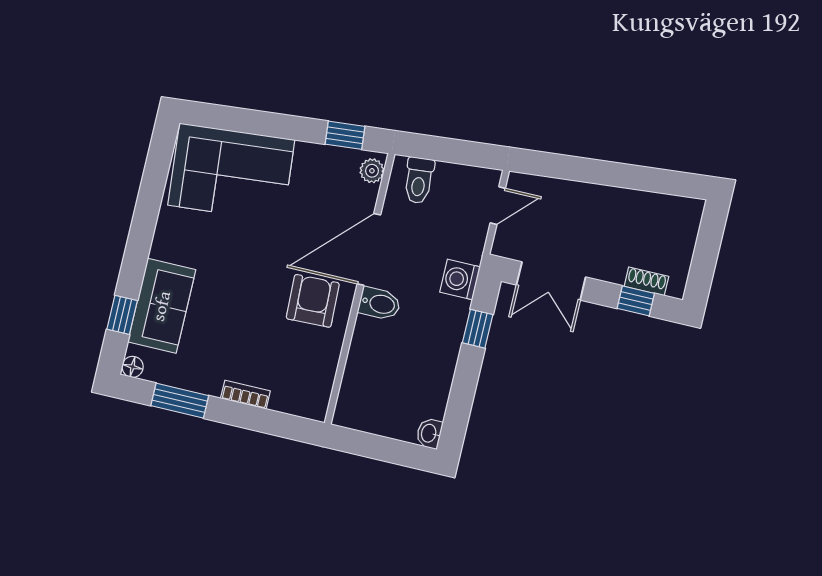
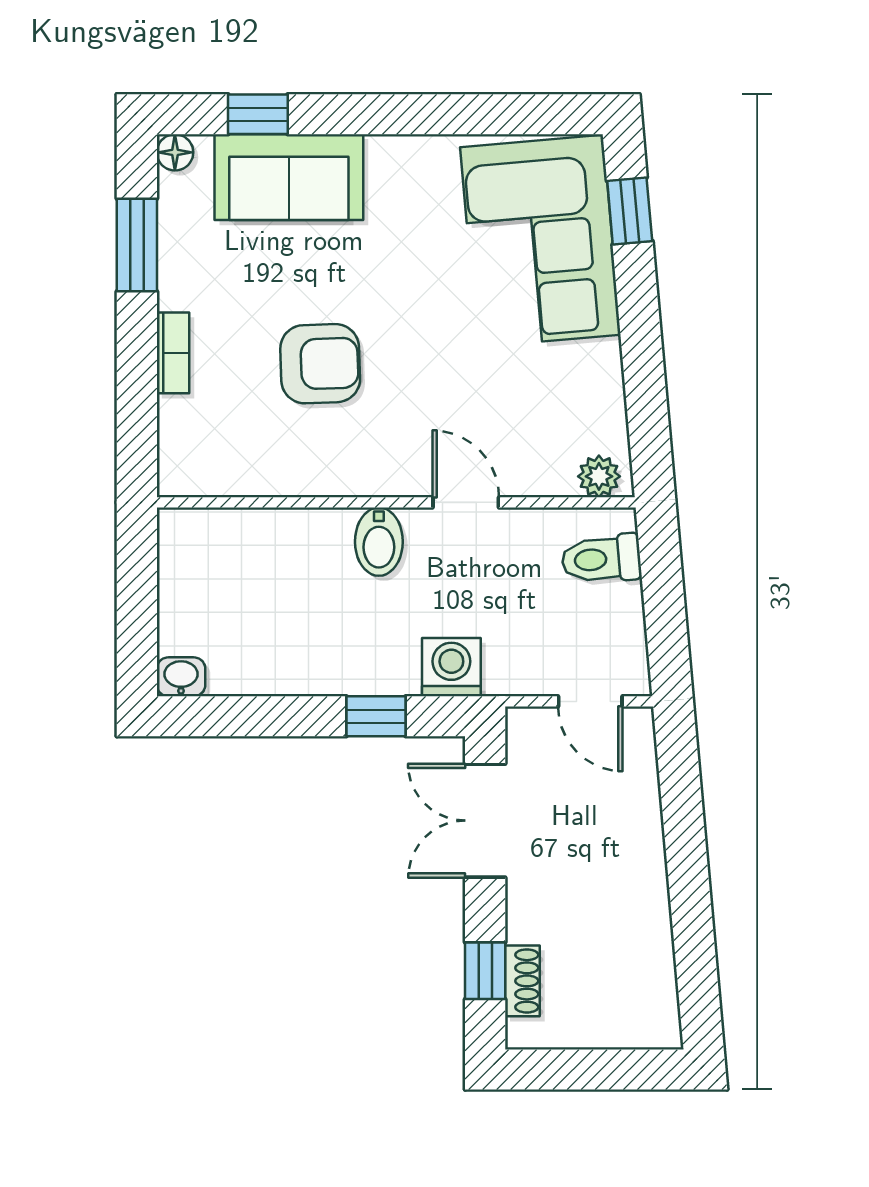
window: (345, 135) -> (630, 211), moved
door: (369, 249) -> (466, 502), width x0.53
armchair: (313, 301) -> (320, 364), moved

